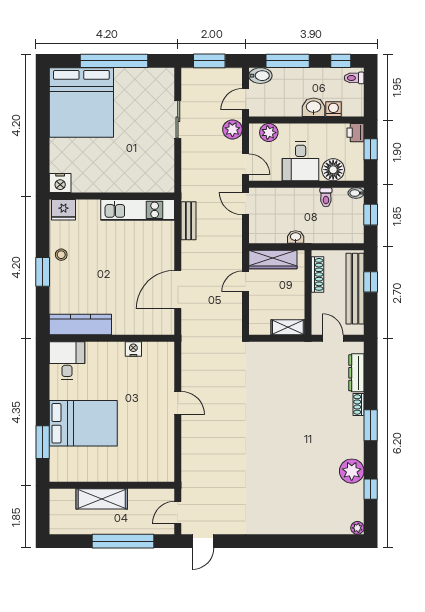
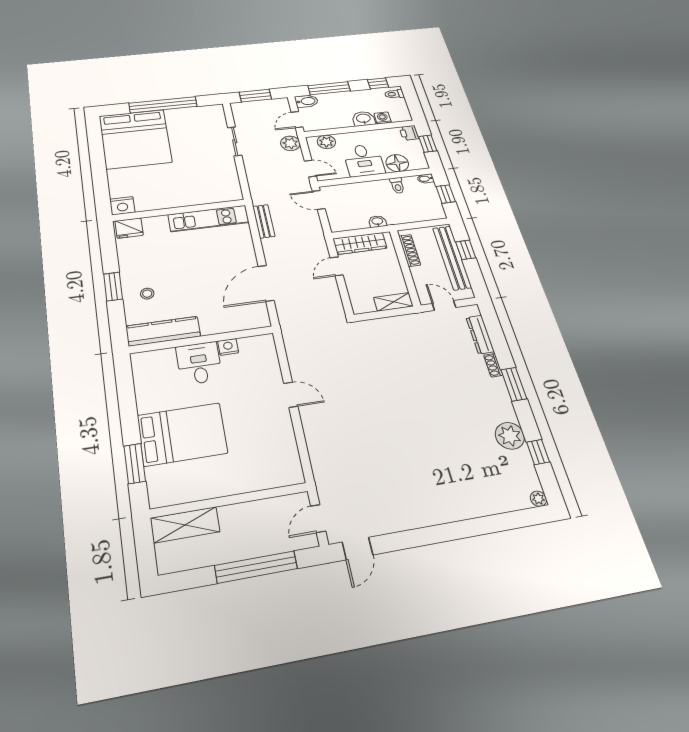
stool: (61, 255) -> (147, 294), moved
desk: (67, 361) -> (199, 363), moved
shelving: (102, 499) -> (185, 525), moved

